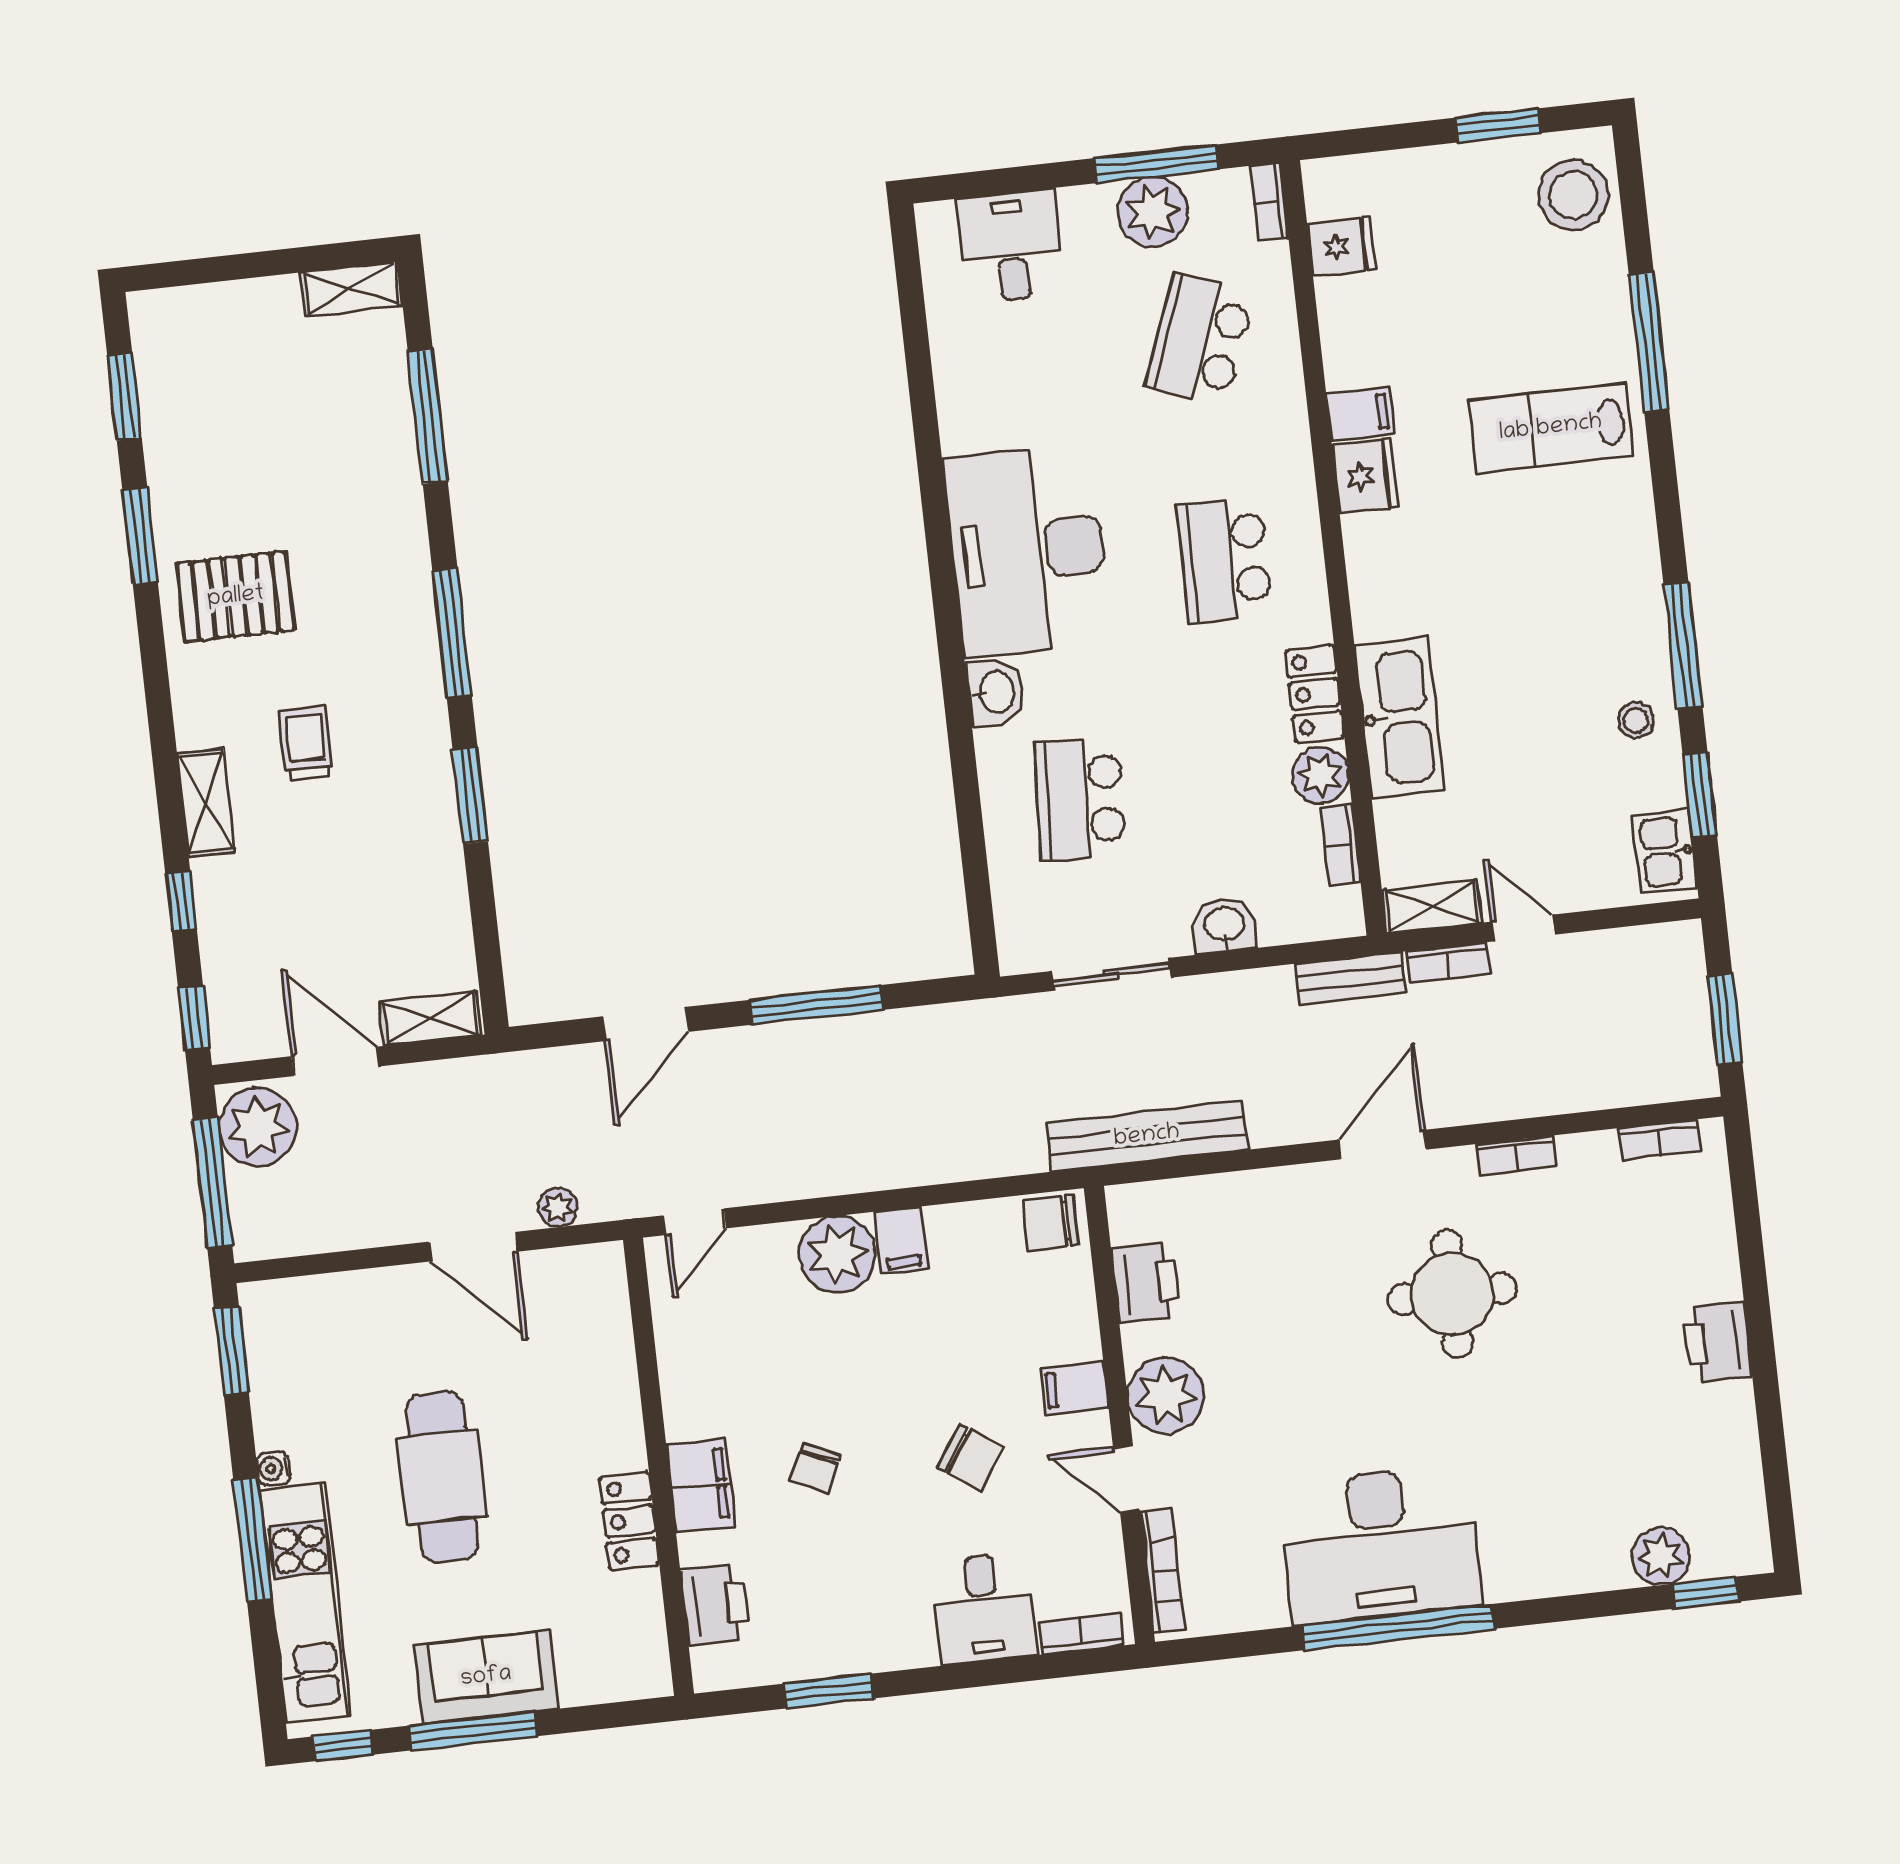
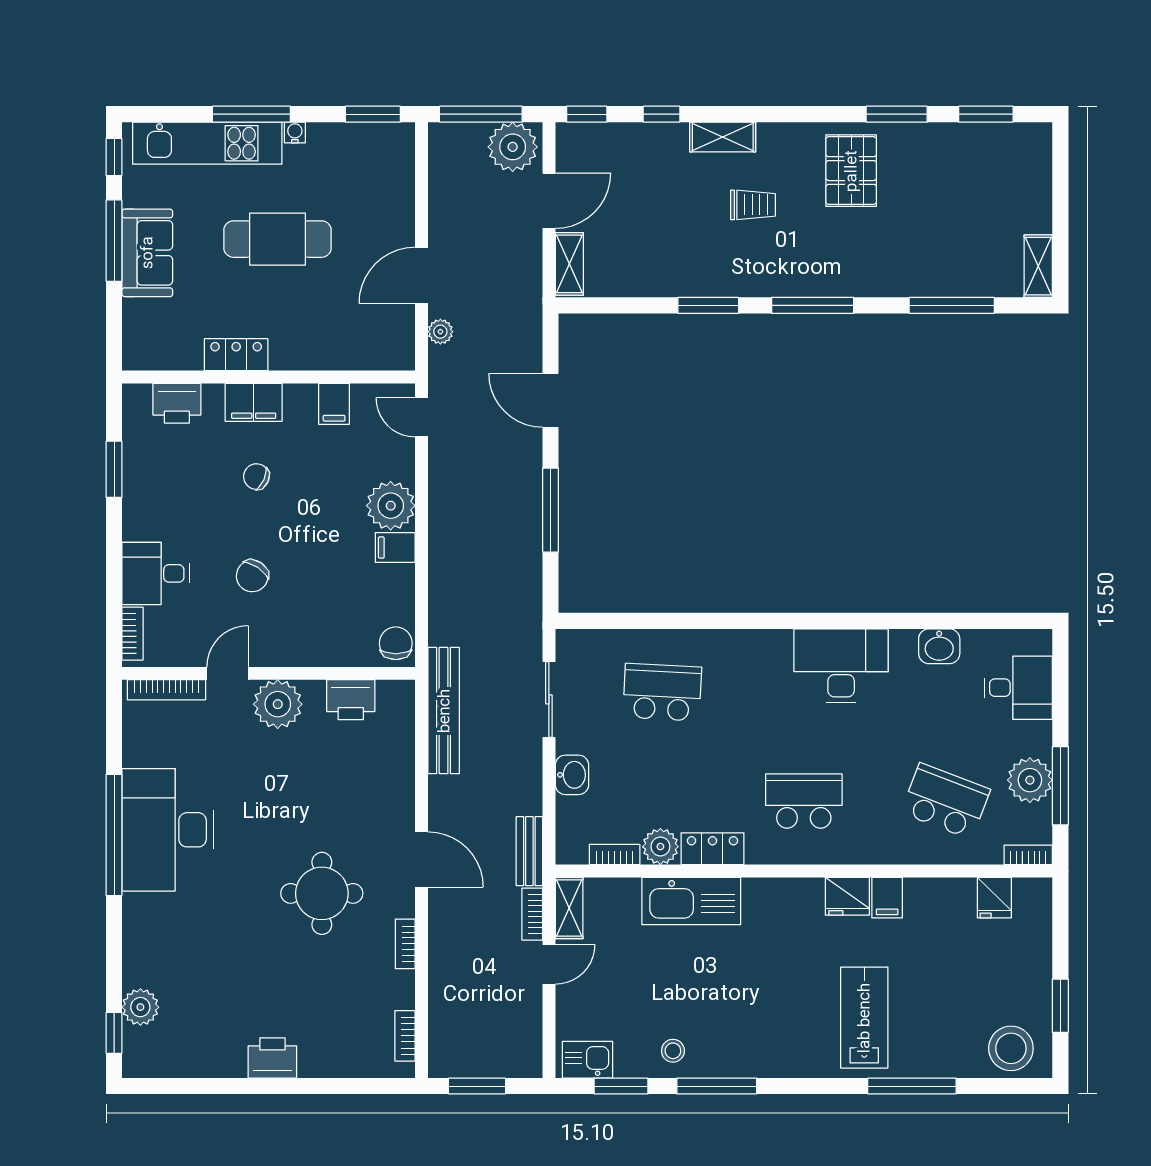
desk: (1028, 551) -> (841, 666), width x0.73, depth x0.77
washbasin: (995, 692) -> (939, 646), moved
filing cabinet: (1074, 1388) -> (334, 404), moved, turned 180

